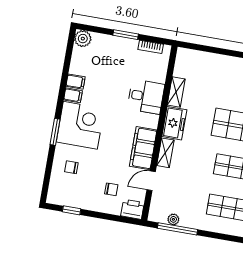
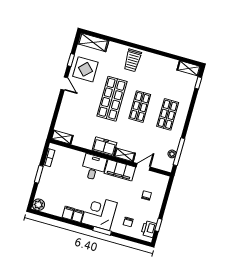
shelving: (176, 92) -> (62, 137), moved
desk: (146, 97) -> (94, 167), moved
door: (151, 181) -> (143, 167), swing flipped
printer: (132, 209) -> (149, 229), moved

